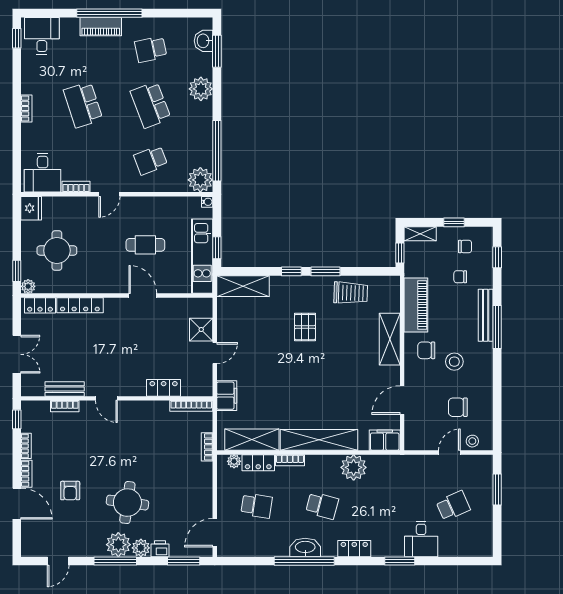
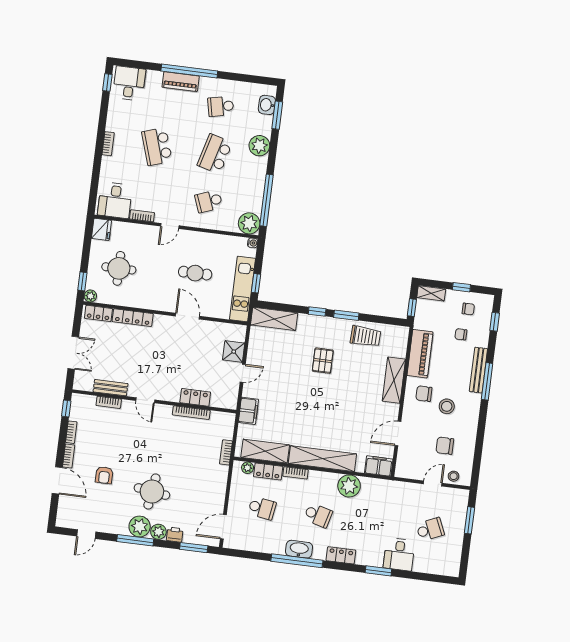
school desk: (151, 105) -> (215, 154), turned 36
bookcase: (191, 406) -> (191, 413), moved

